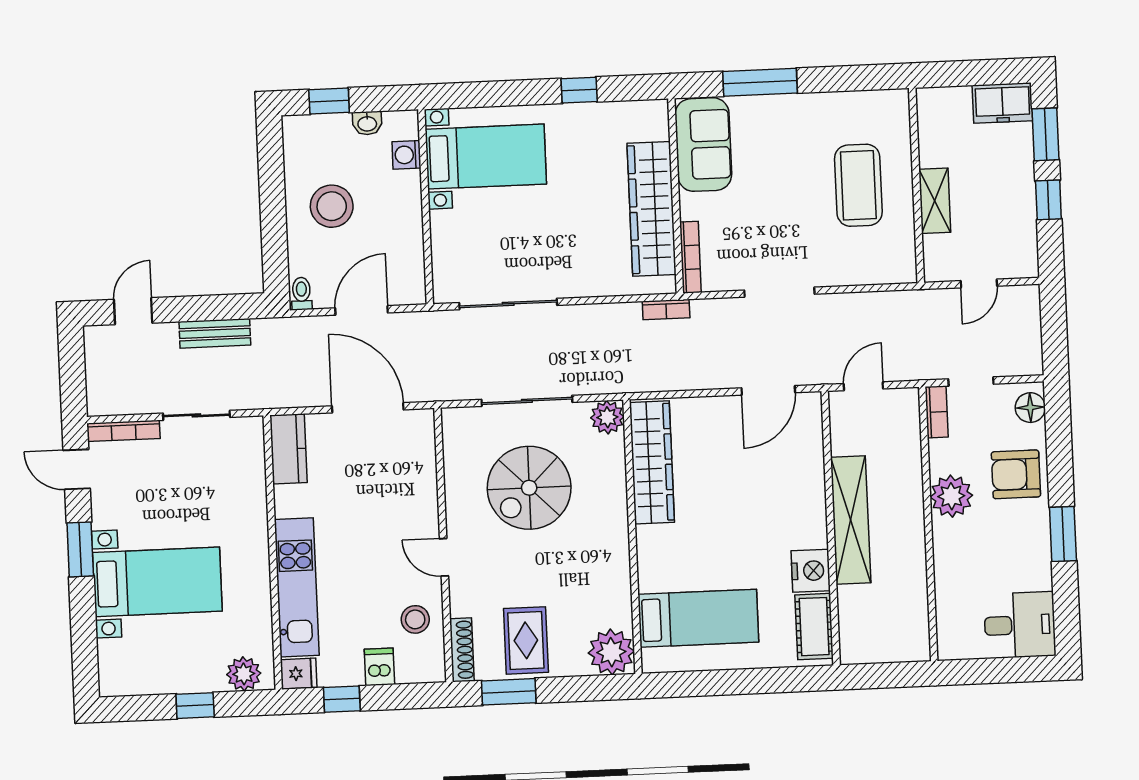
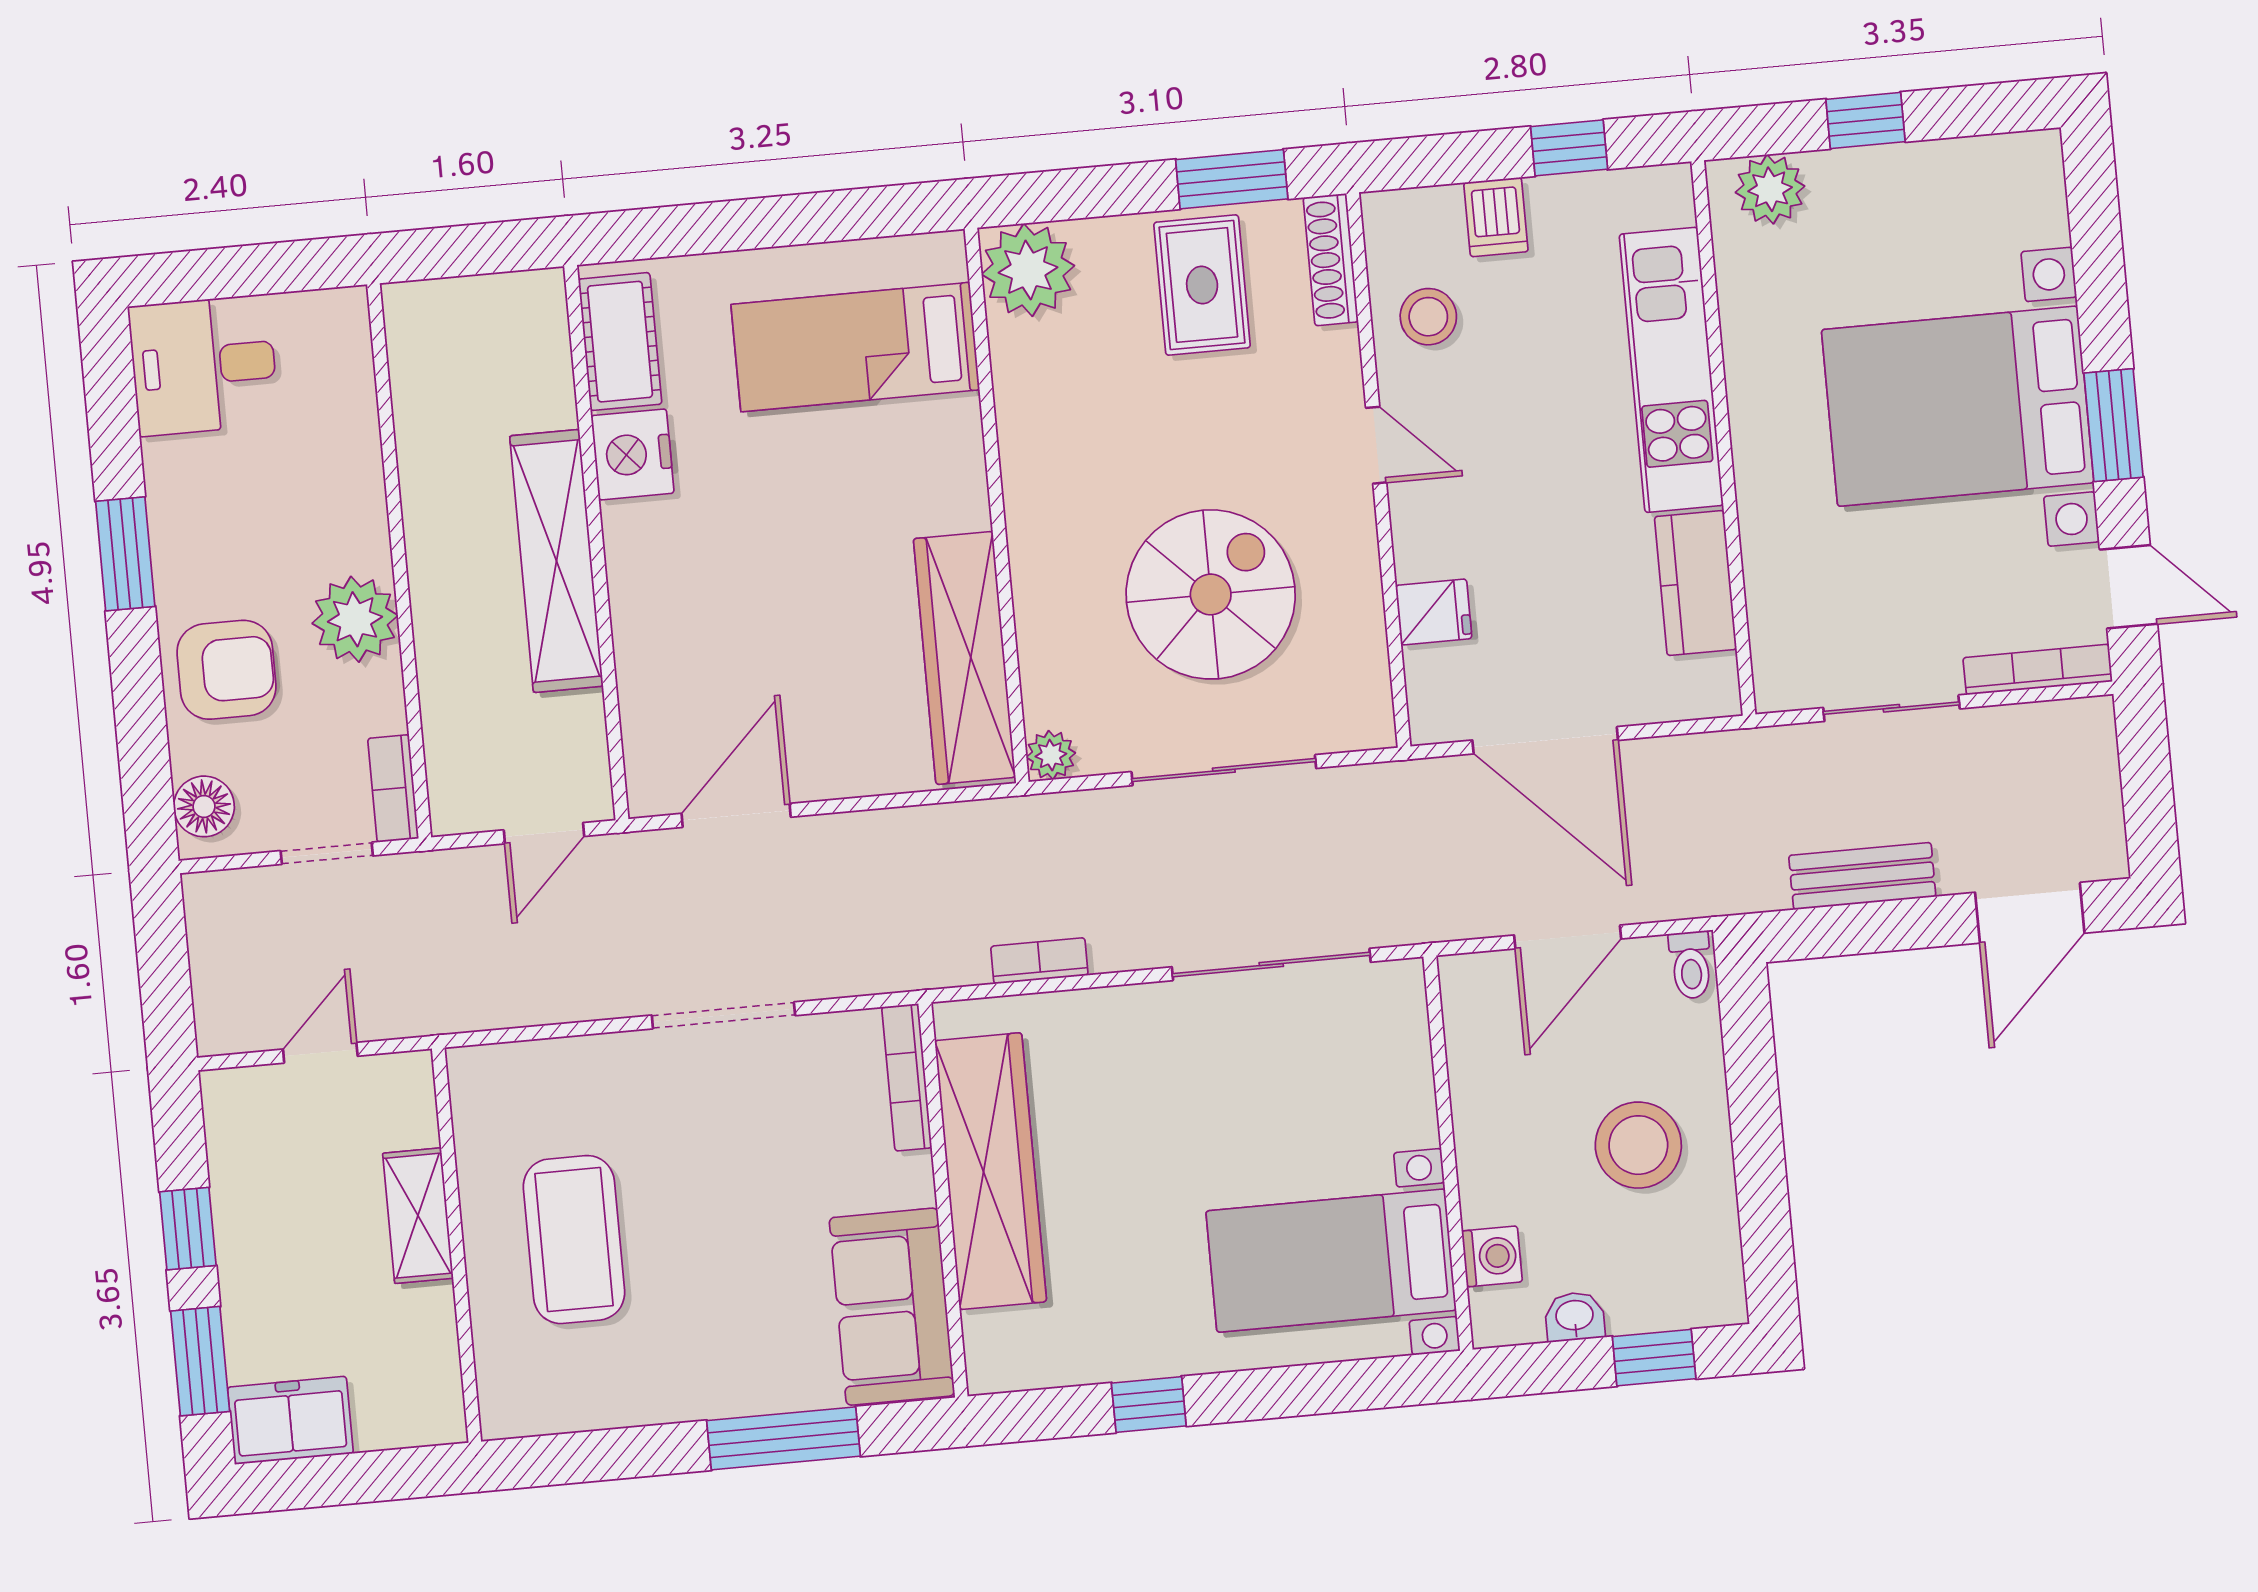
bookcase: (666, 309) -> (1039, 961), moved
door: (133, 311) -> (2030, 913), width x1.38
plant: (607, 417) -> (1051, 755), width x0.73, depth x0.73
kitchen counter: (289, 449) -> (1696, 583), moved
bed with nightstands: (157, 582) -> (1958, 406), width x1.36
fridge: (299, 674) -> (1434, 612), moved, turned 180

